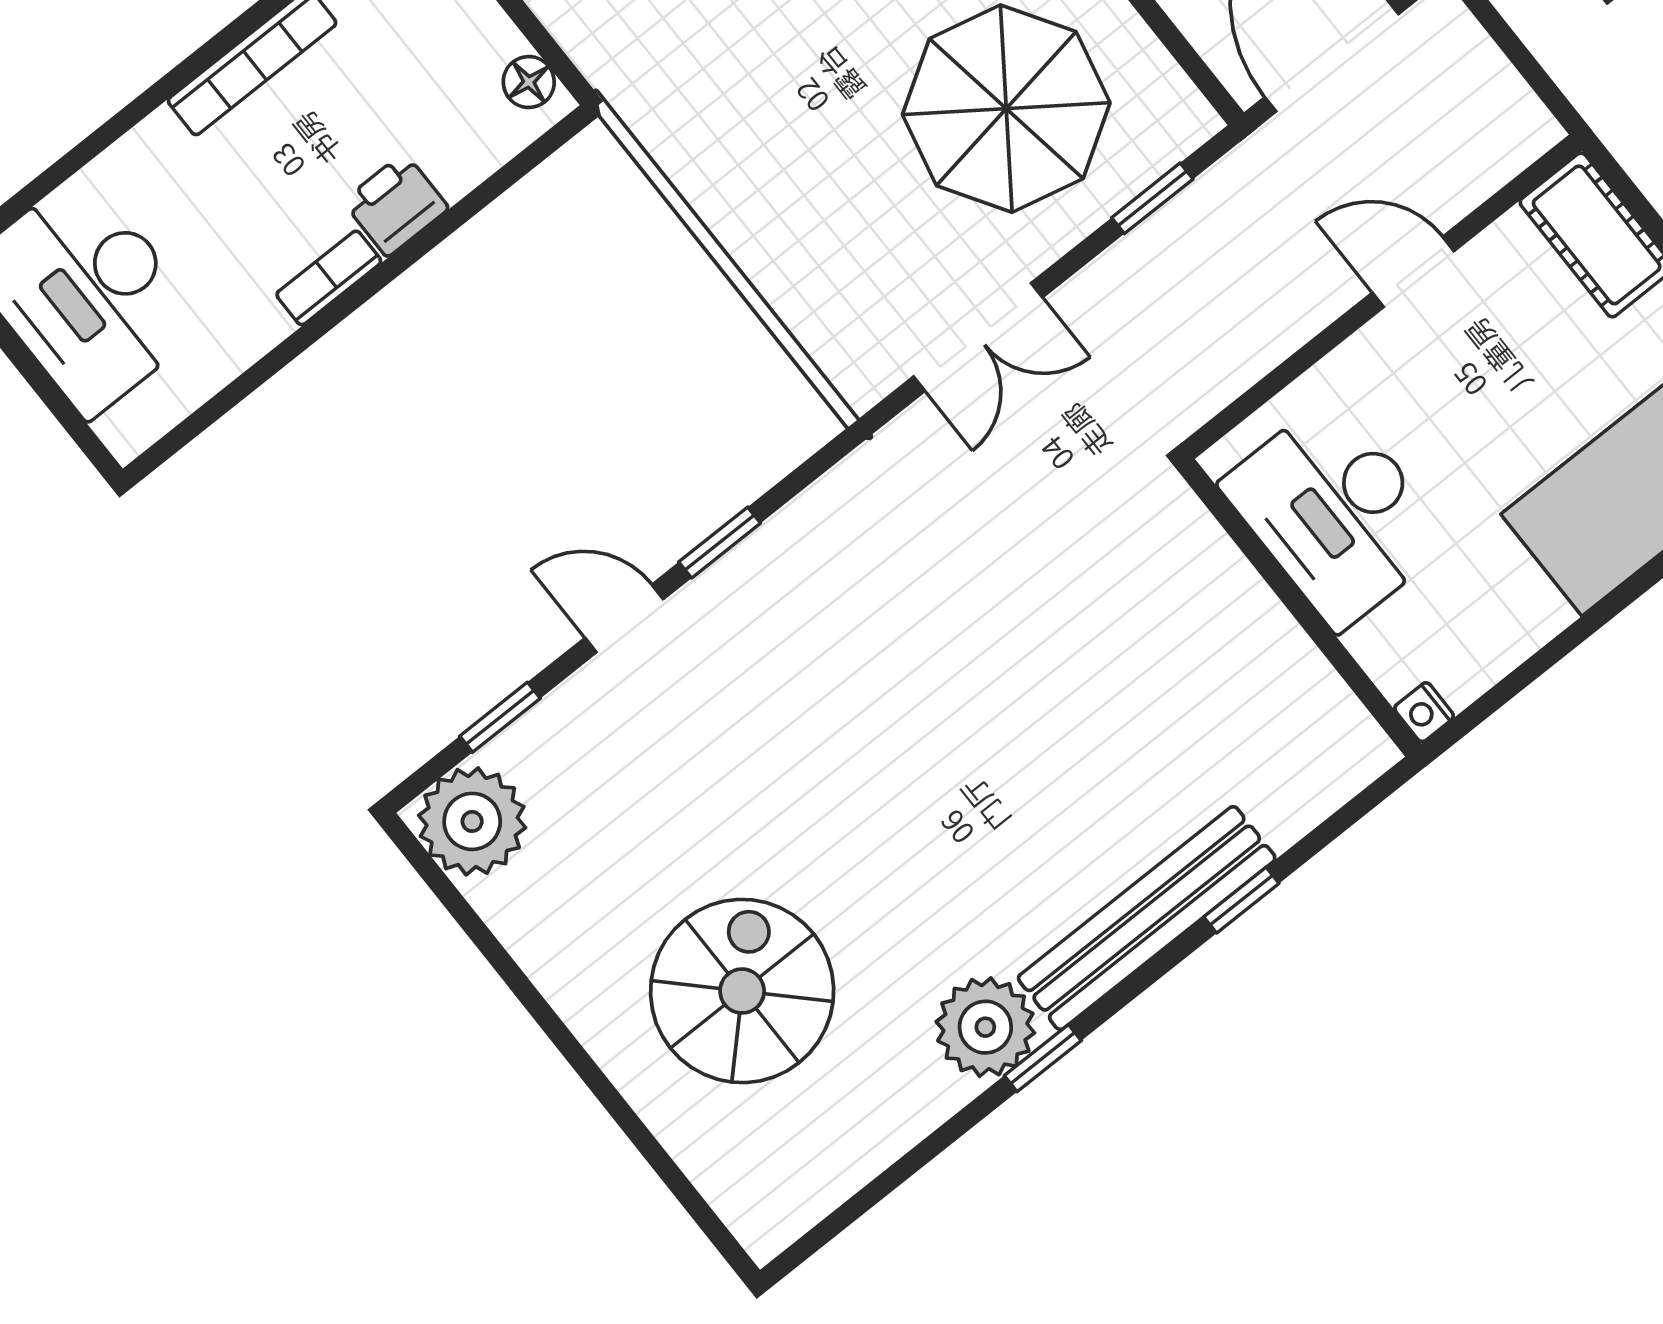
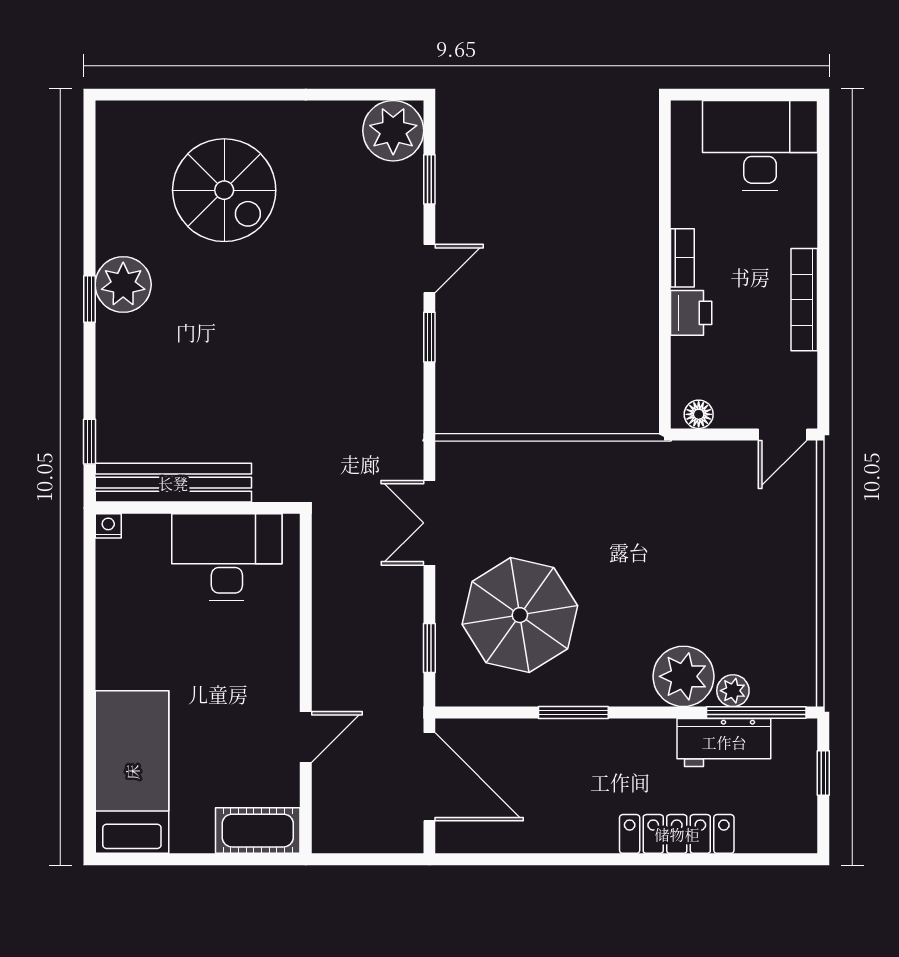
desk: (1336, 513) -> (227, 557), moved
wall: (1300, 608) -> (198, 508), moved
nightstand: (1424, 712) -> (108, 526), moved
bench: (1147, 918) -> (173, 483), moved, turned 90

